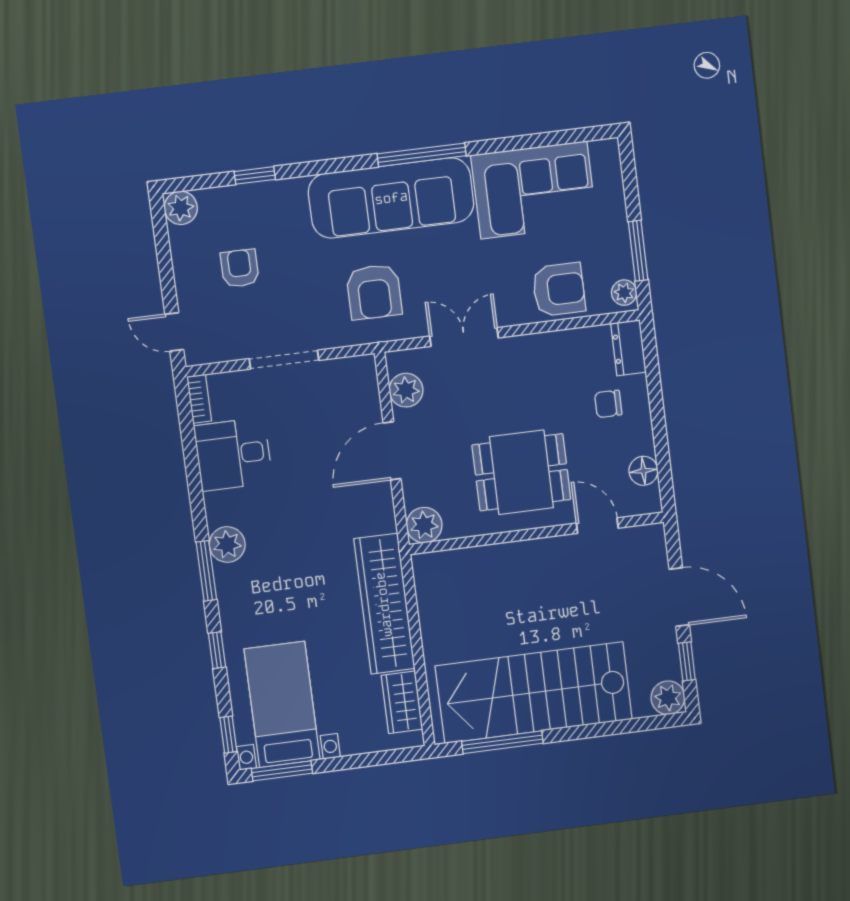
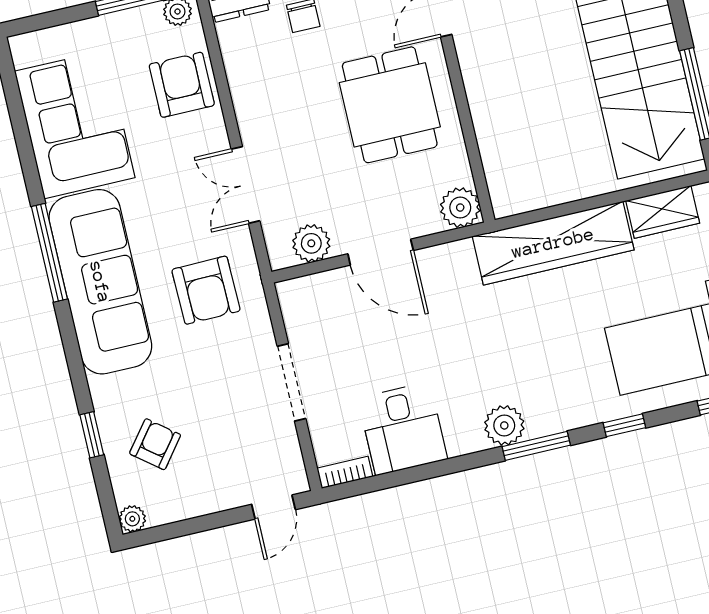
plant: (181, 208) -> (132, 519), width x0.73, depth x0.73
armchair: (240, 268) -> (155, 444), moved, turned 128
armchair: (374, 292) -> (206, 290), turned 89

